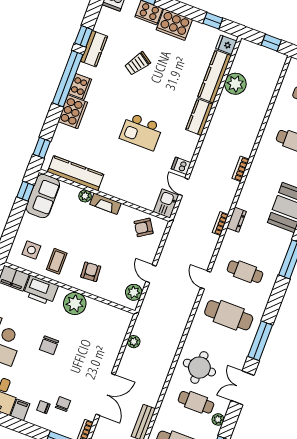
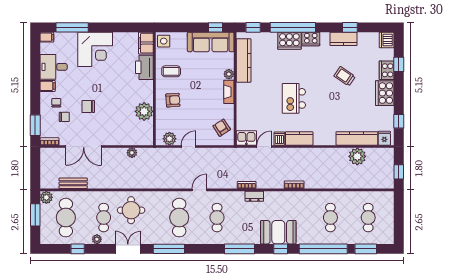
window: (68, 79) -> (293, 27), moved
kitchen counter: (199, 117) -> (299, 138), moved
sofa: (43, 196) -> (211, 42), width x1.36
side table: (31, 250) -> (164, 41), moved
plant: (75, 304) -> (144, 111), moved
chair: (49, 345) -> (88, 107), moved

